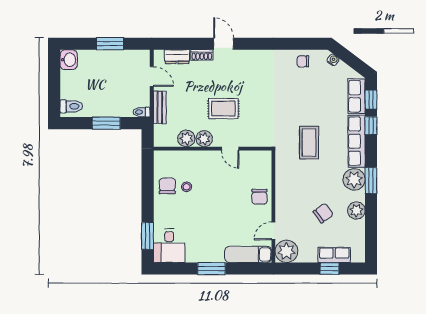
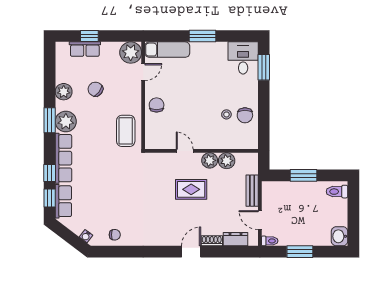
door: (223, 44) -> (191, 252), swing flipped
toilet: (141, 112) -> (270, 241), moved
coffee table: (309, 143) -> (126, 131), moved
chair: (323, 213) -> (95, 89), turned 74

